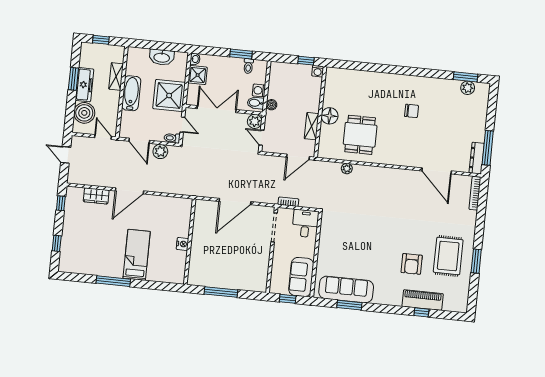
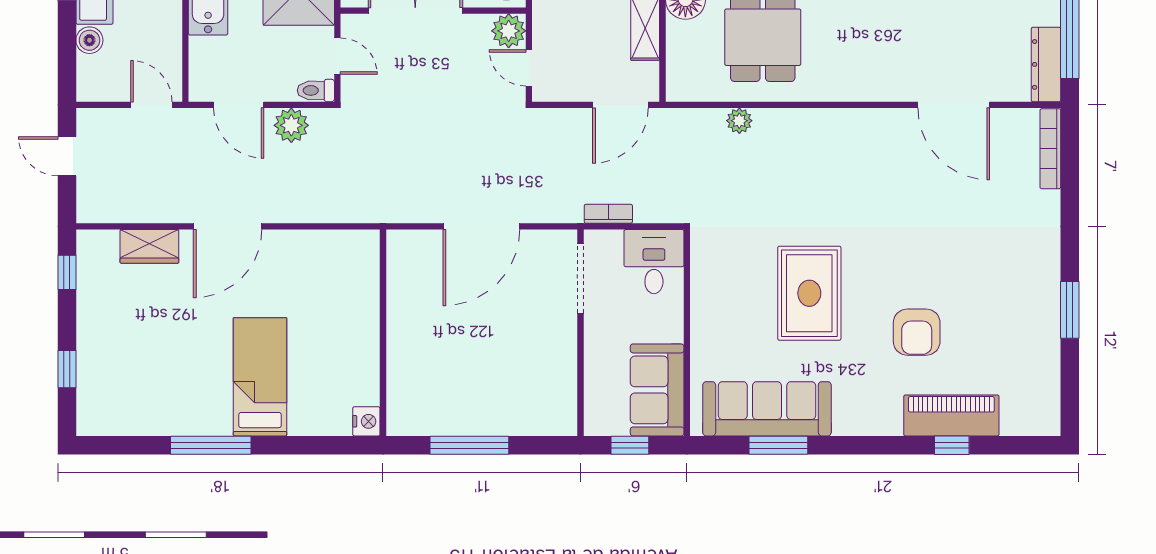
boiler: (84, 113) -> (89, 40), width x0.54, depth x0.54
nightstand: (182, 244) -> (366, 421), moved
rug: (448, 256) -> (809, 293), moved

